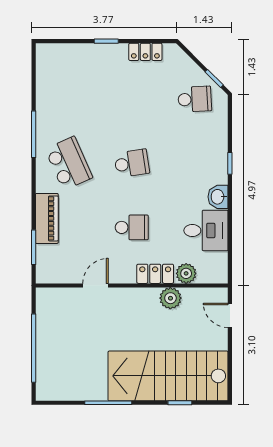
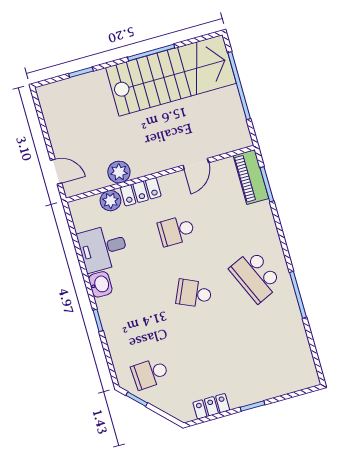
school desk: (132, 163) -> (194, 293), turned 33
piano: (47, 218) -> (251, 177), moved
stairs: (168, 376) -> (171, 75), moved

